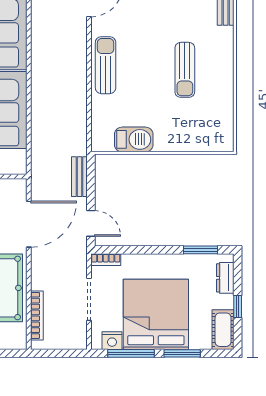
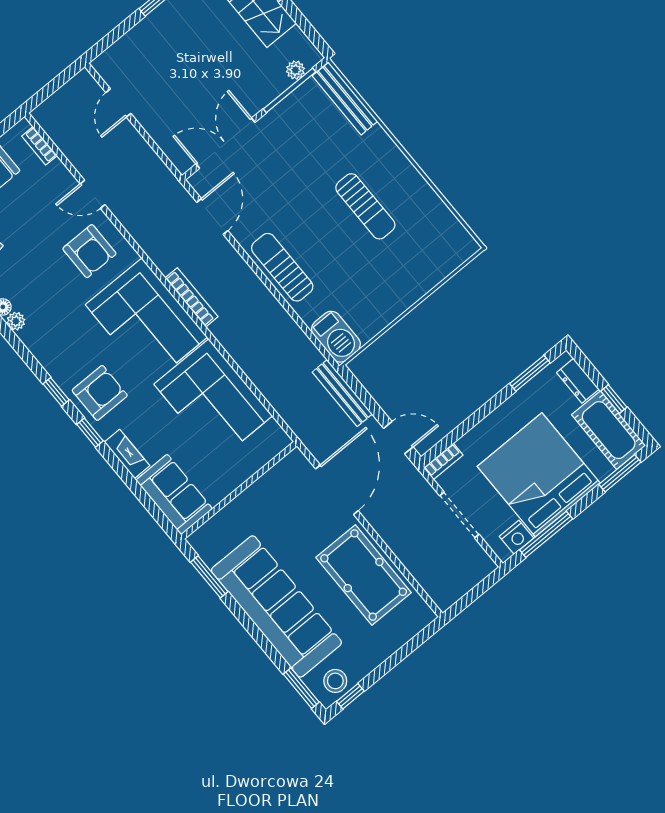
barbecue: (134, 139) -> (336, 337), moved, turned 90
bench: (79, 177) -> (342, 393), width x1.36
bookcase: (37, 315) -> (191, 297), moved
cot: (223, 330) -> (609, 430), width x1.37, depth x1.34
window: (182, 353) -> (620, 473), moved

